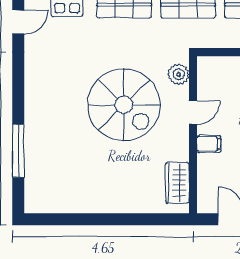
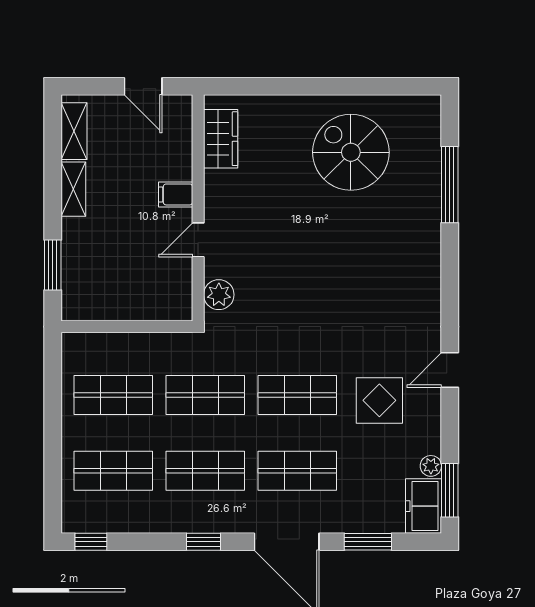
spiral stairs: (124, 105) -> (351, 152), moved, width x0.73, depth x0.73

